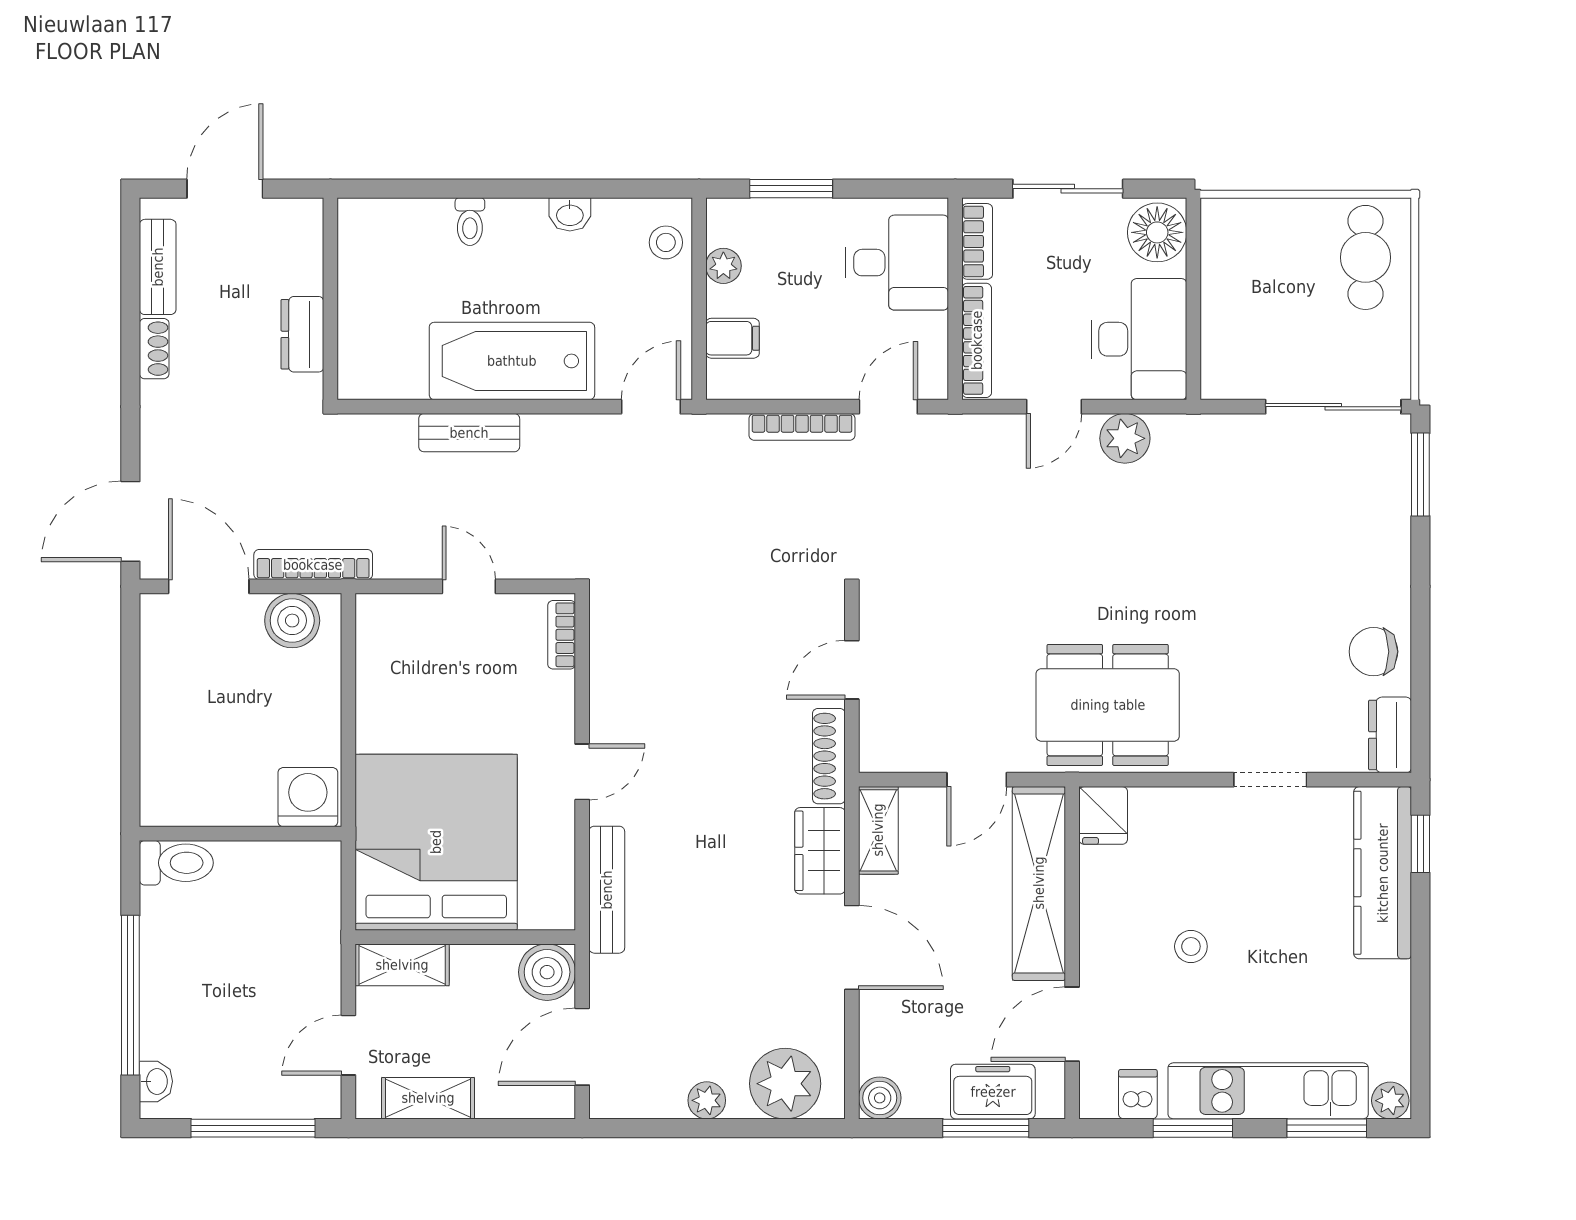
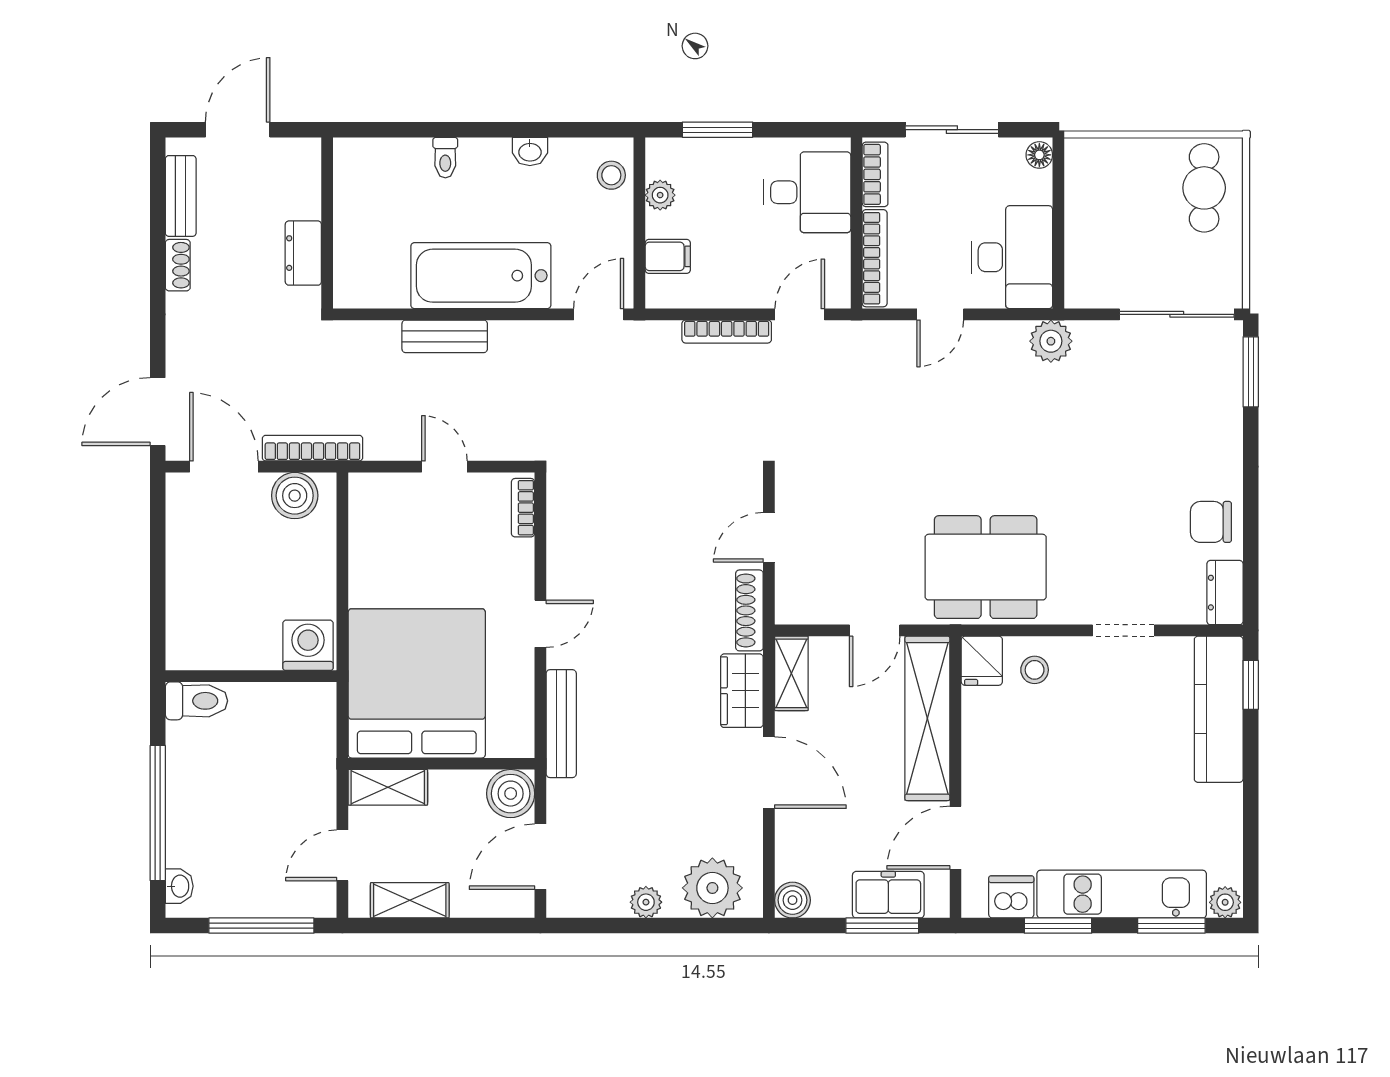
floor lamp: (1157, 232) -> (1039, 155), width x0.53, depth x0.53
plant: (1125, 438) -> (1051, 341), moved
stool: (1191, 946) -> (1035, 670), moved
dishwasher: (1138, 1094) -> (1011, 897), width x1.38

